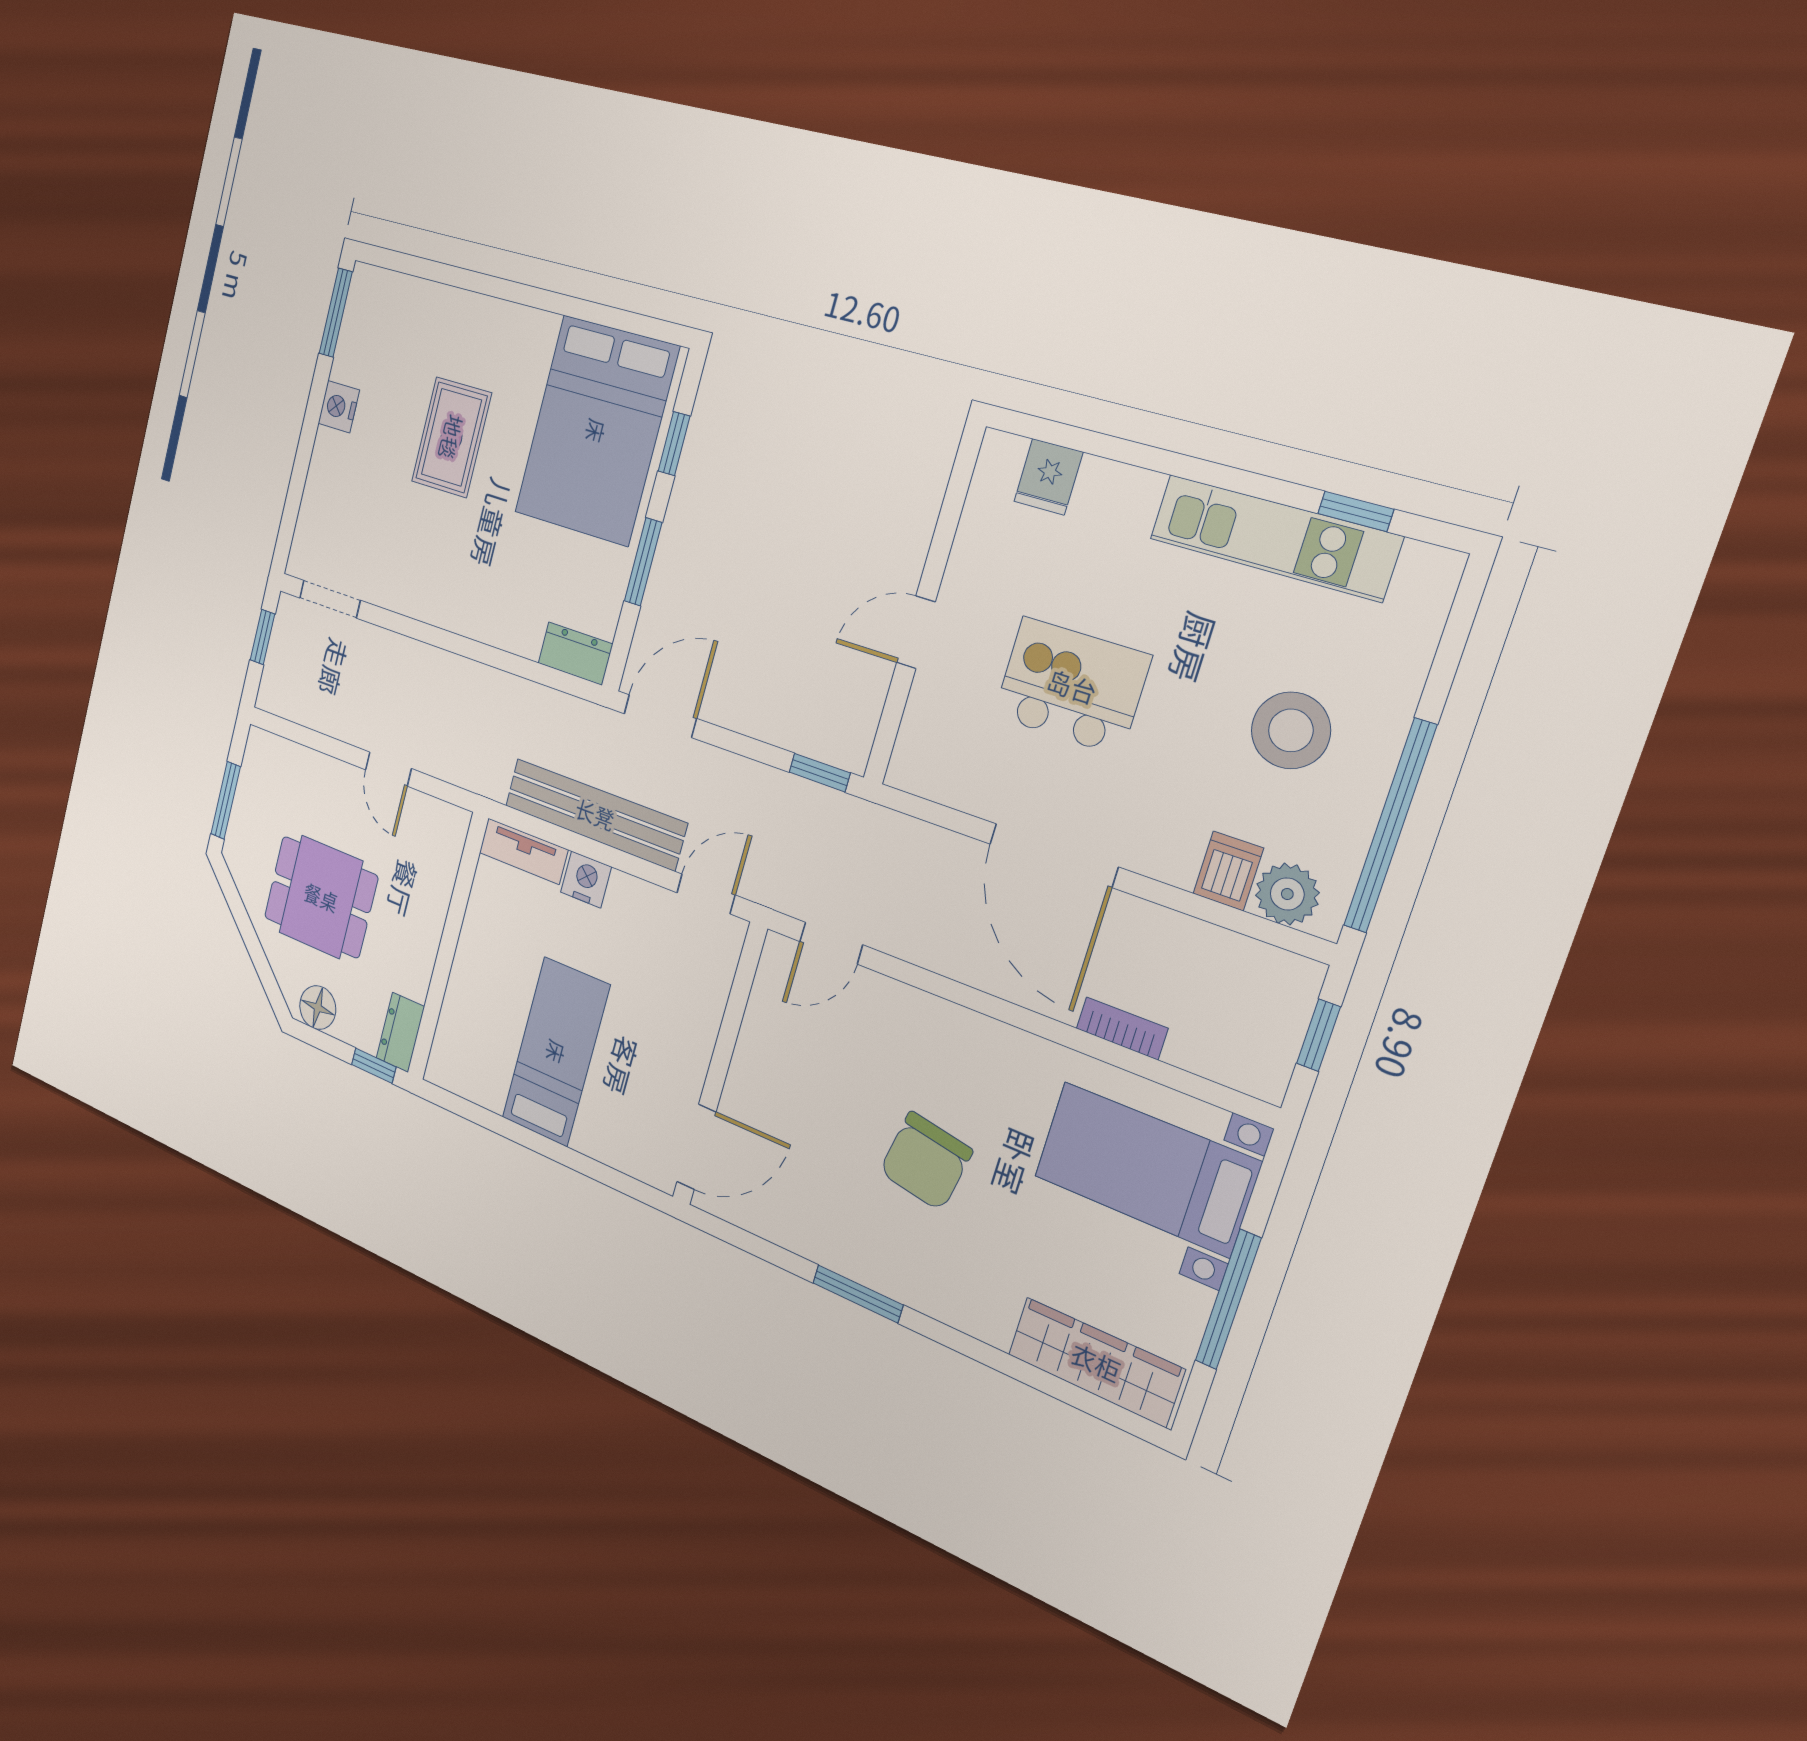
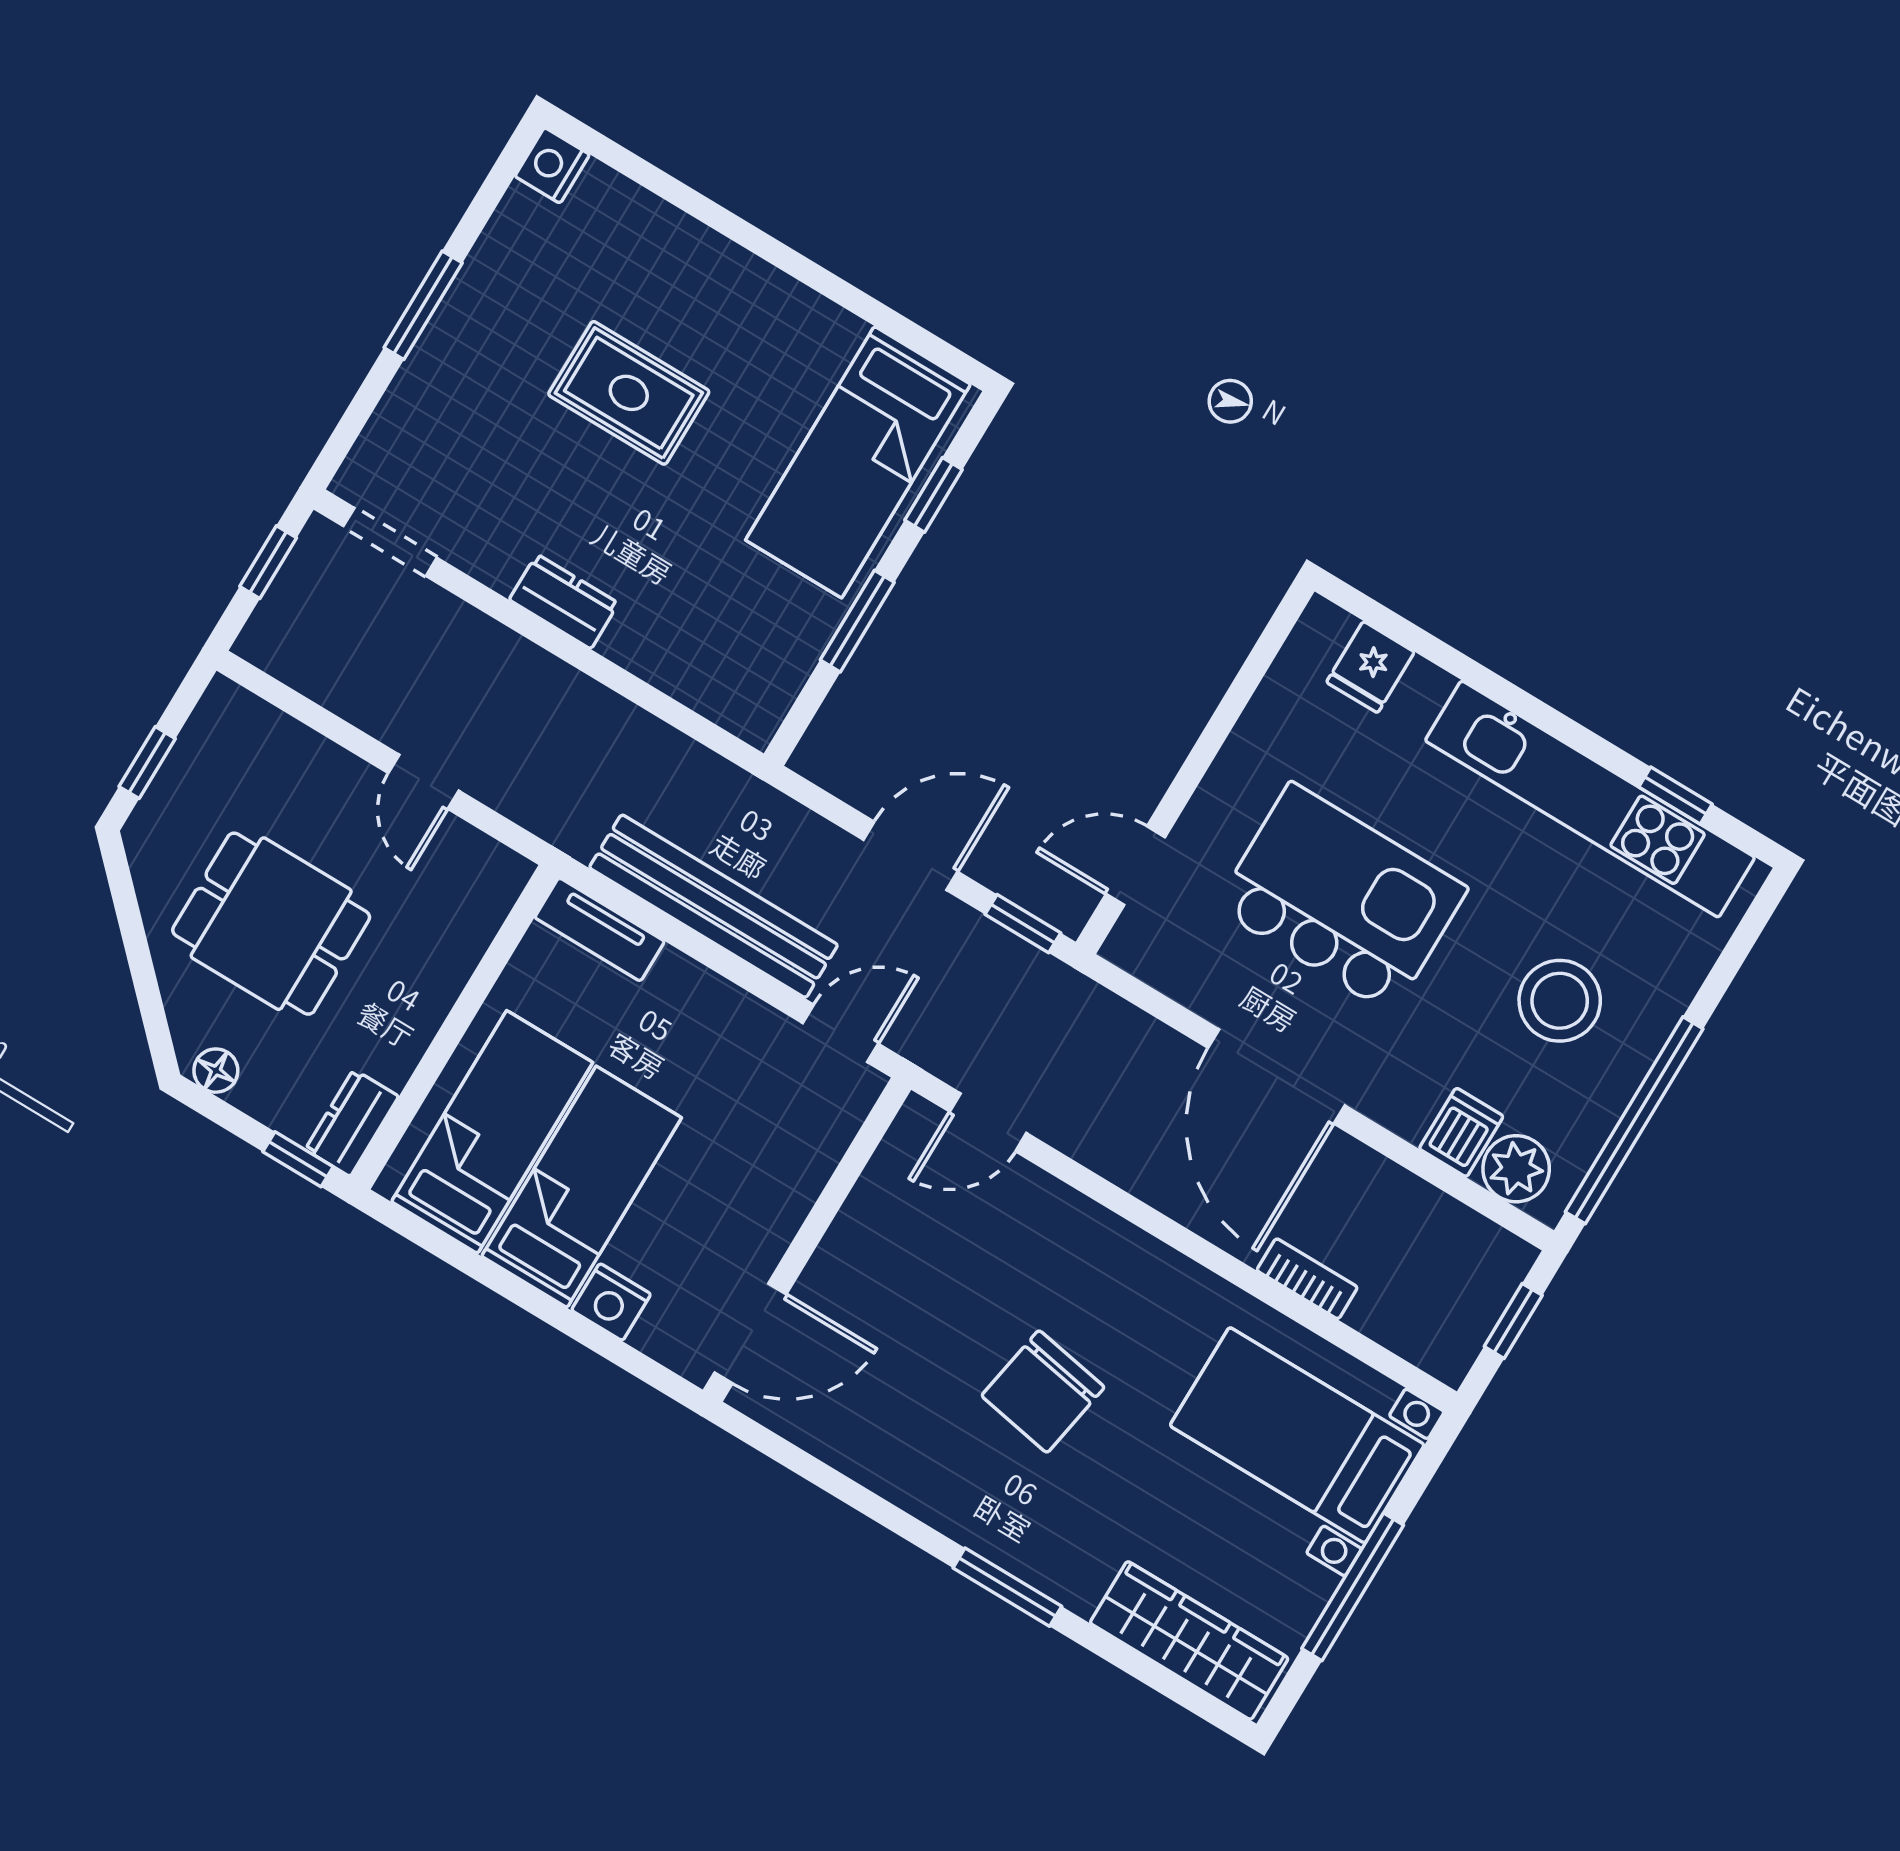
window: (336, 313) -> (423, 305), moved
nightstand: (339, 407) -> (552, 165), moved
bed: (596, 431) -> (858, 462), width x0.67
rug: (451, 437) -> (629, 393), turned 90
kitchen unit: (1274, 538) -> (1590, 799), width x1.36
door: (916, 632) -> (1136, 866), moved
dresser: (575, 654) -> (564, 601), moved
kitchen island: (1072, 686) -> (1341, 898), width x1.37, depth x1.28
door: (660, 716) -> (910, 856), moved
window: (226, 800) -> (147, 763), width x0.67
nightstand: (586, 879) -> (611, 1302), moved, turned 180
floor lamp: (318, 1008) -> (216, 1071), width x0.73, depth x0.73
bed: (489, 1021) -> (492, 1132), added
window: (858, 1294) -> (1007, 1587), moved

